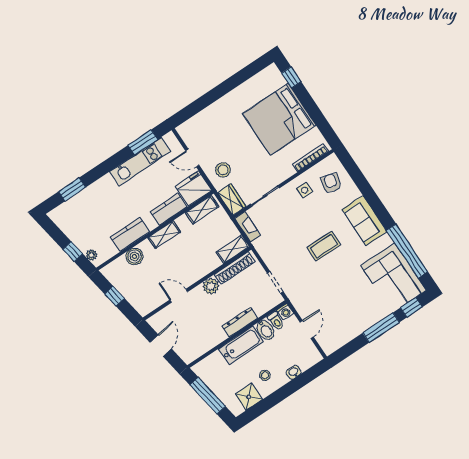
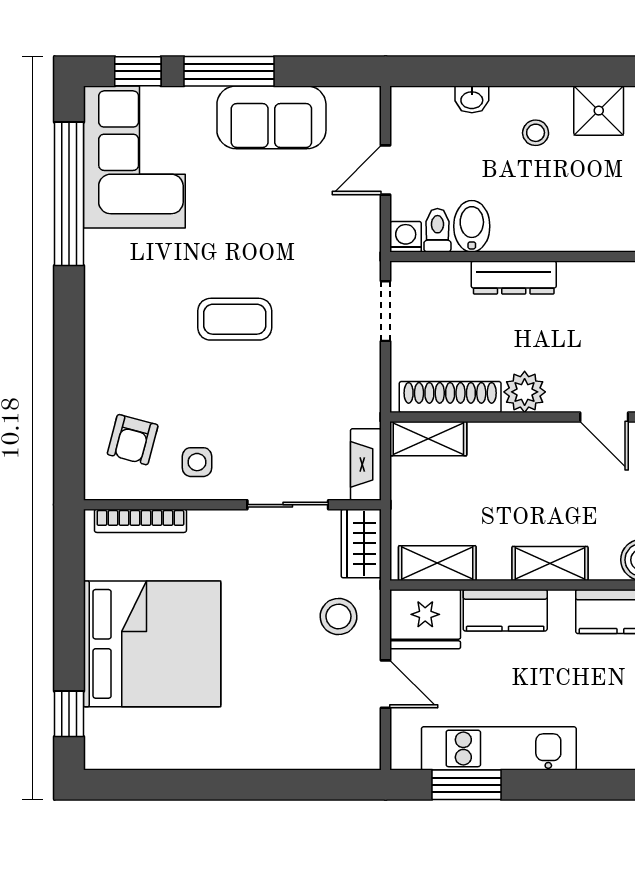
sofa: (365, 221) -> (271, 117), moved, turned 90
bathtub: (241, 345) -> (544, 228), removed

